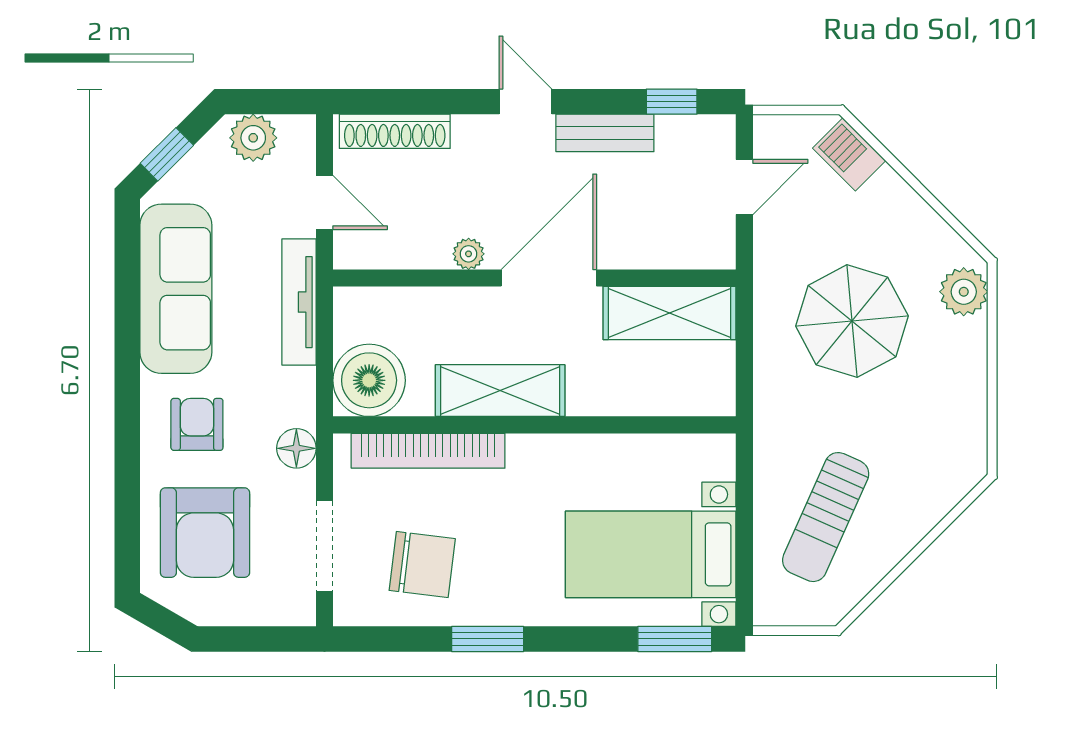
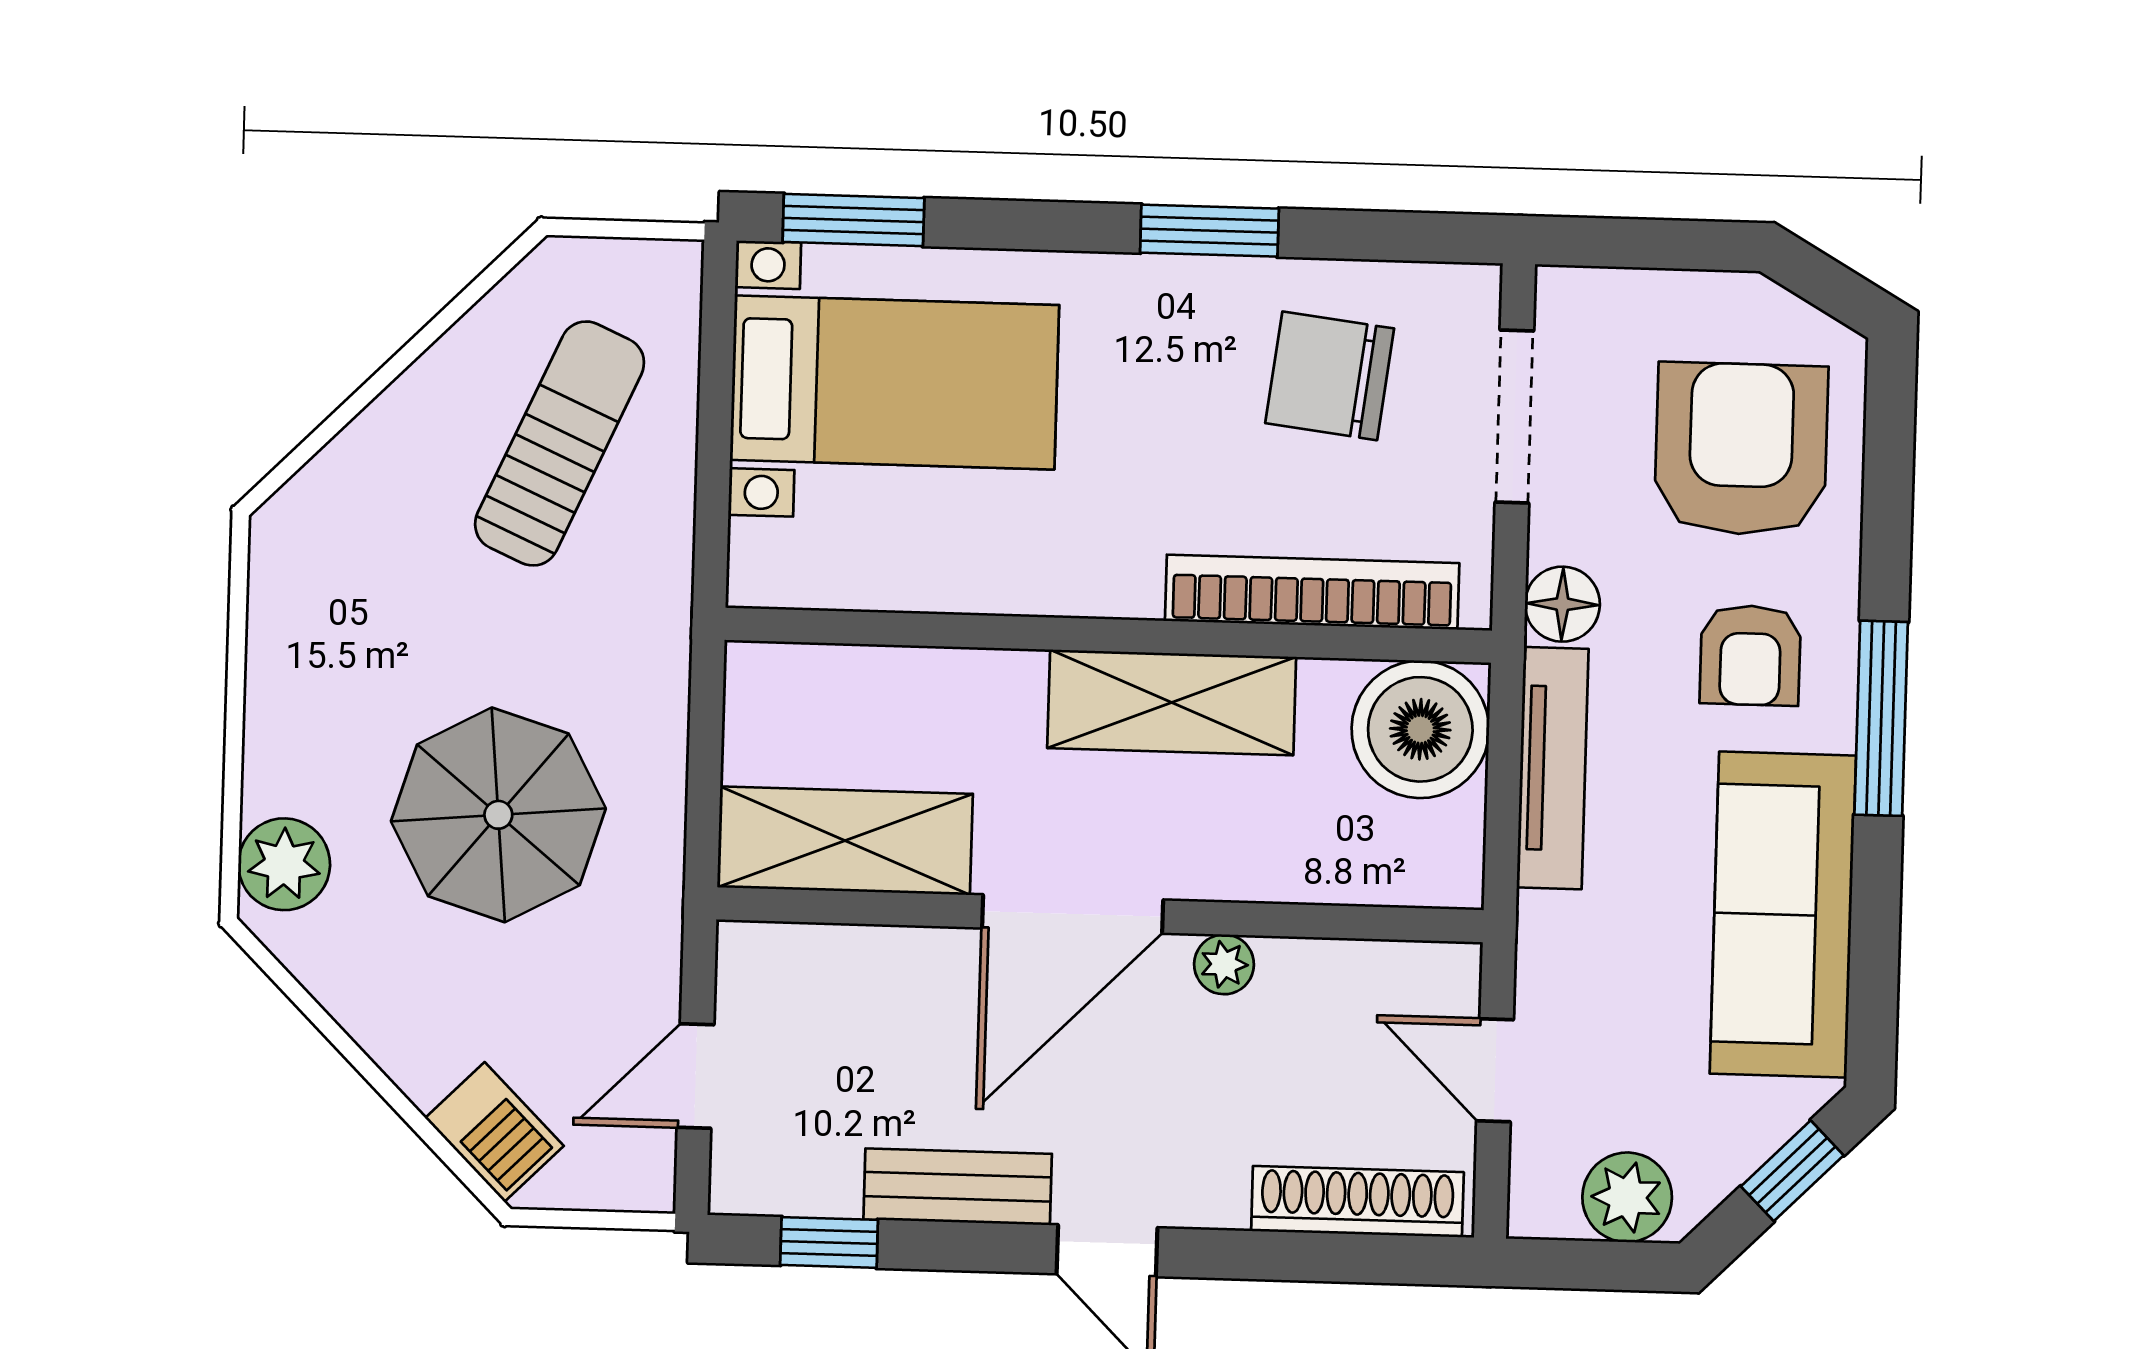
tv unit: (299, 302) -> (1553, 768), moved
window: (127, 393) -> (1881, 718), added

